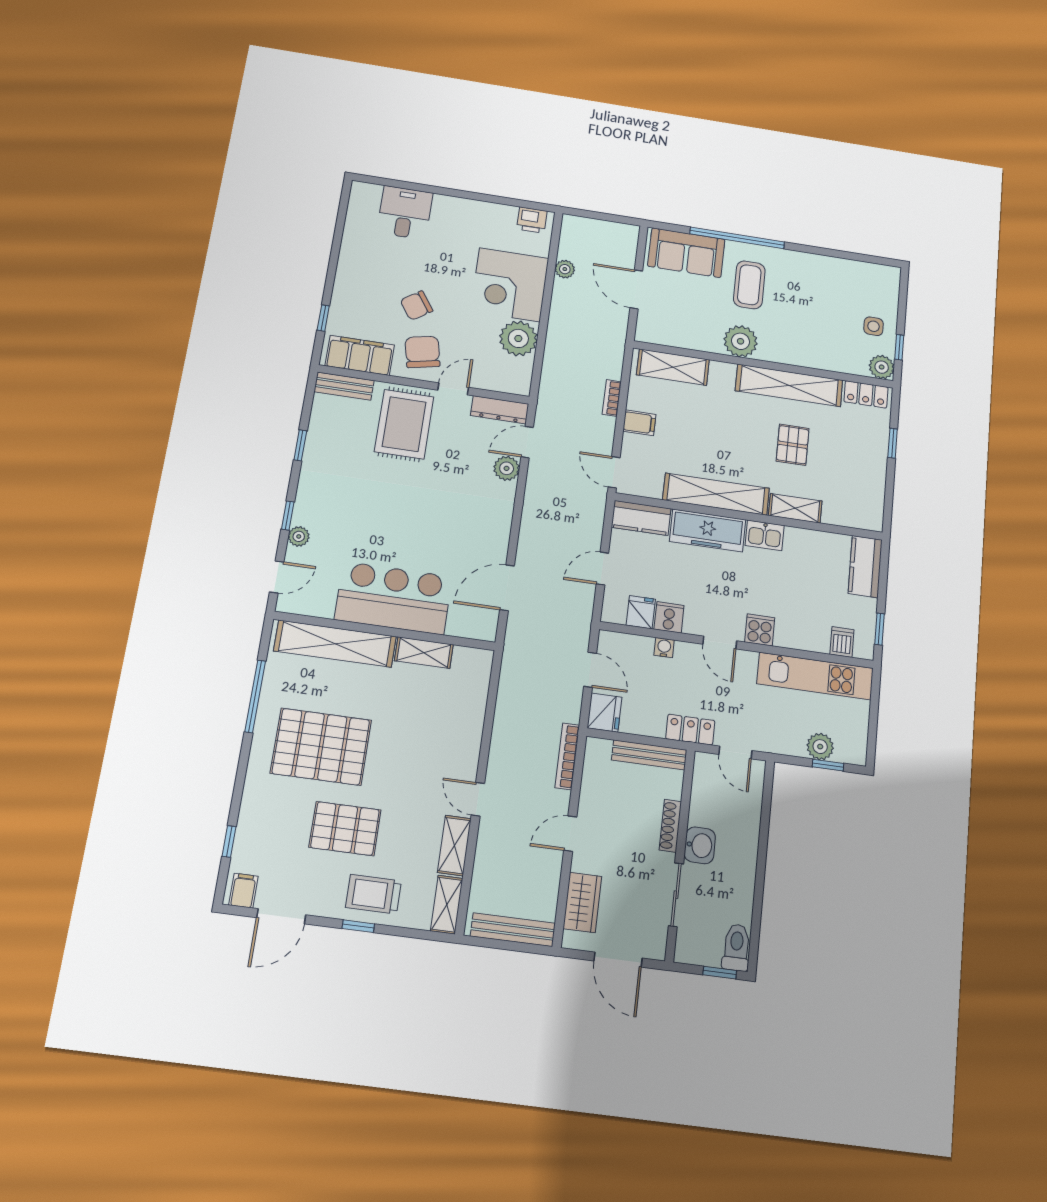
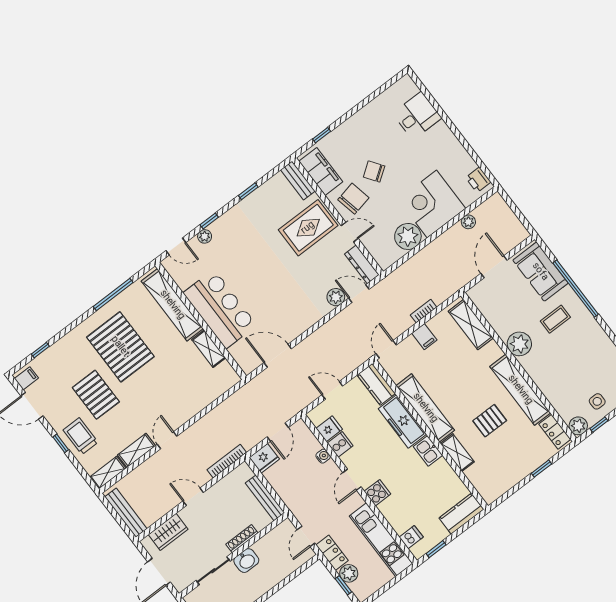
coffee table: (749, 285) -> (555, 319), width x0.73, depth x0.77
locker: (690, 730) -> (332, 553), moved

